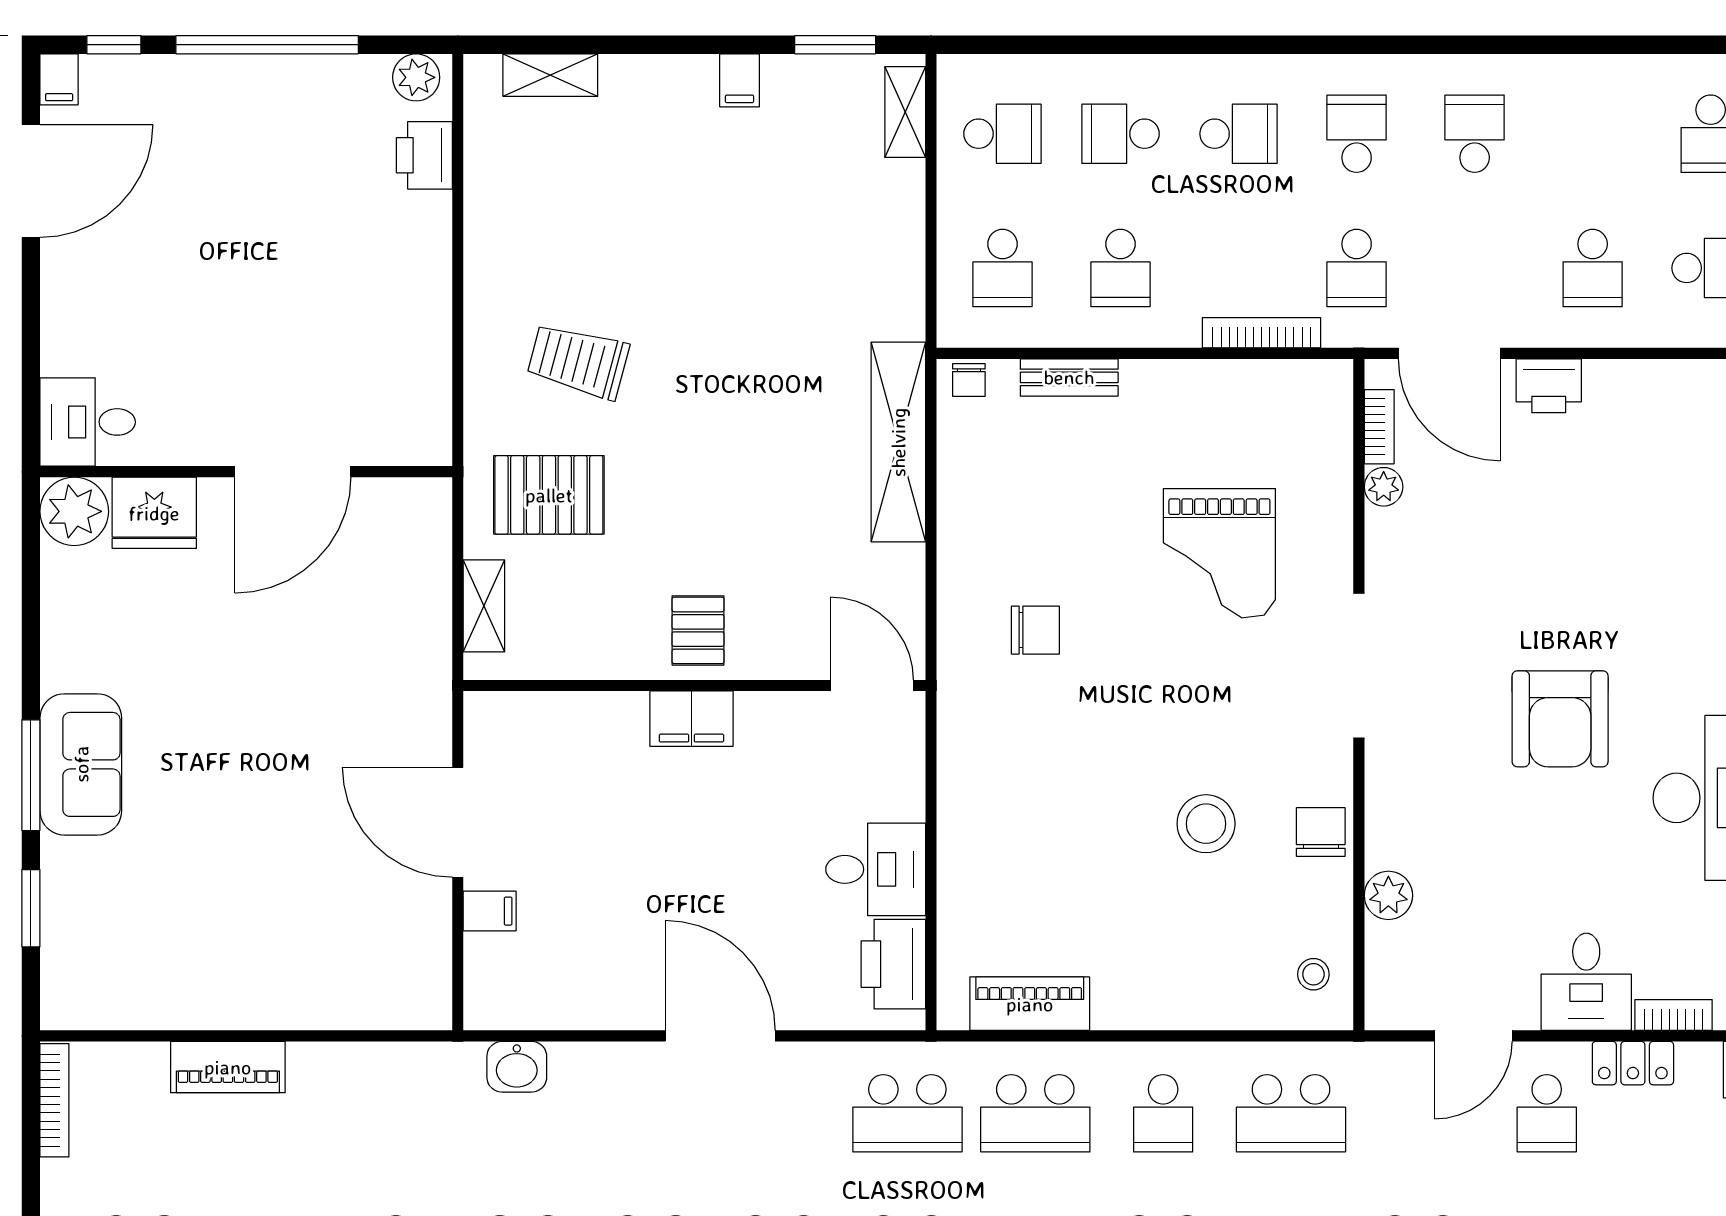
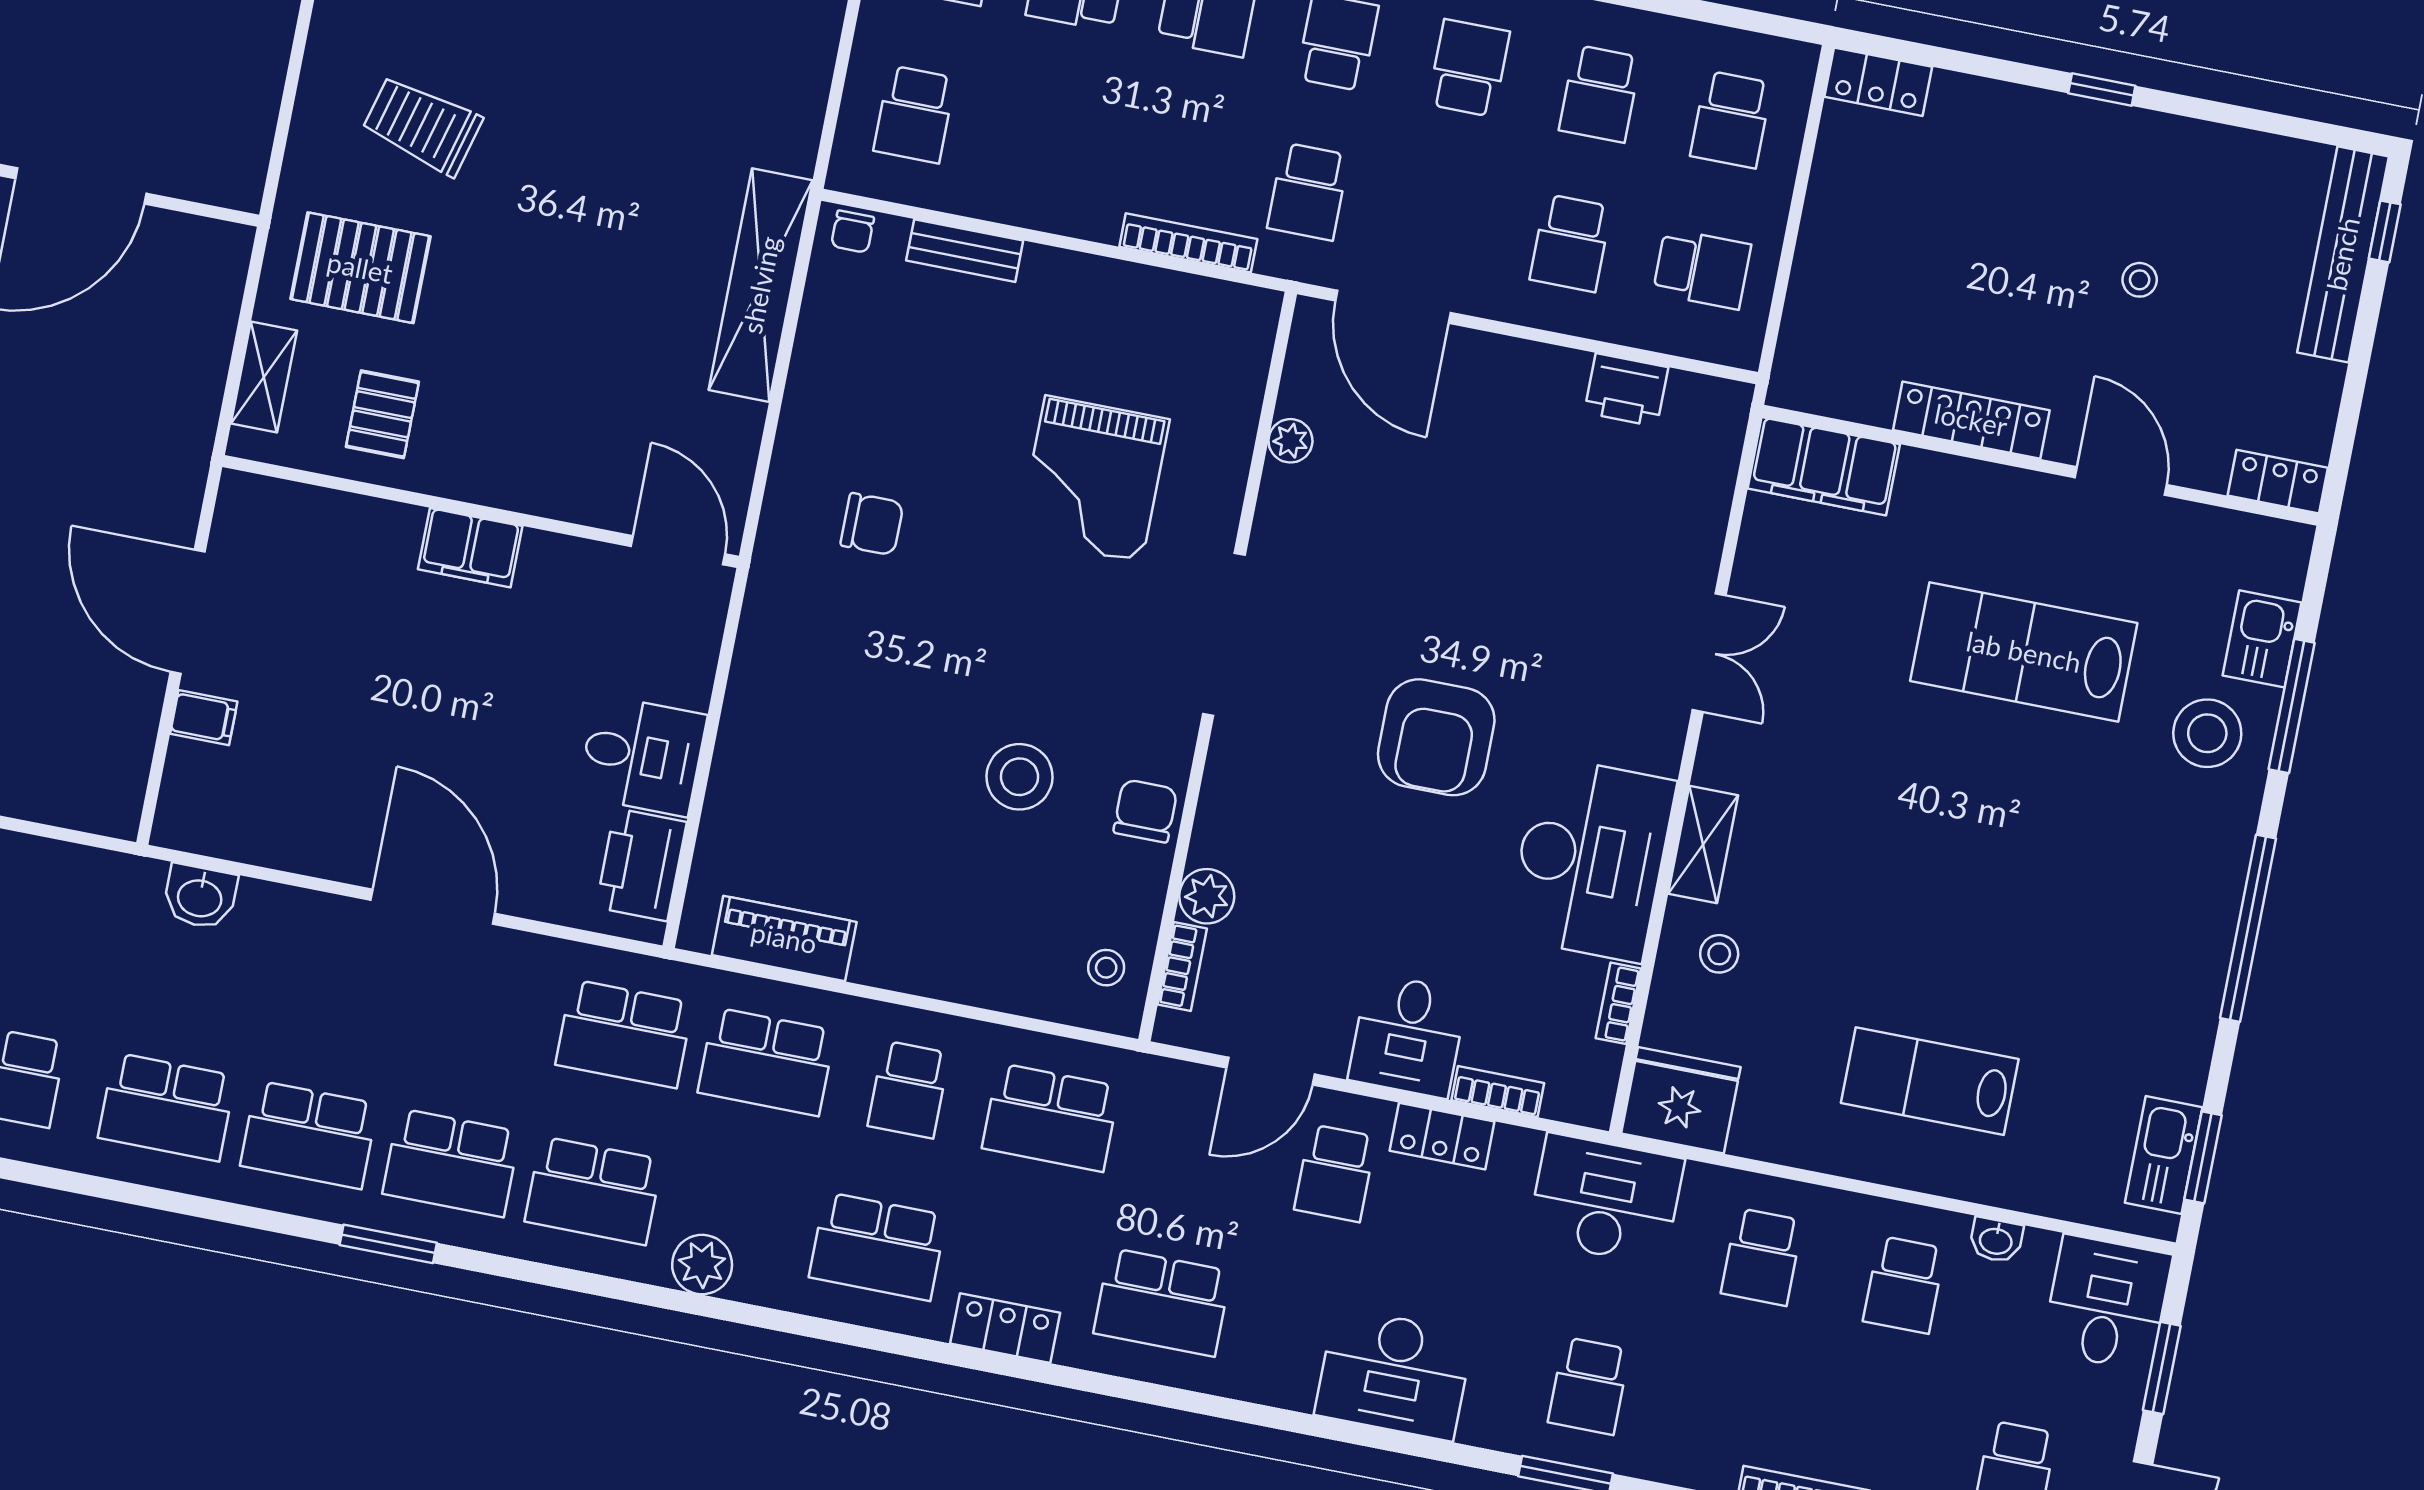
school desk: (1121, 268) -> (1600, 94), moved
printer: (1549, 386) -> (1626, 390), moved
bookcase: (1379, 427) -> (1182, 966), moved
pallet: (698, 630) -> (382, 414), moved

